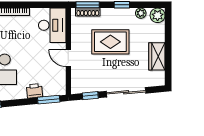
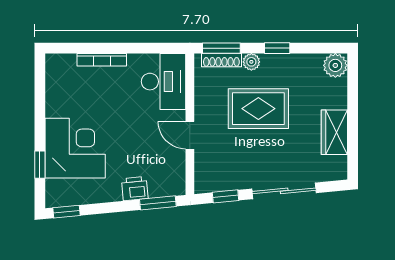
plant: (141, 13) -> (251, 62), moved

